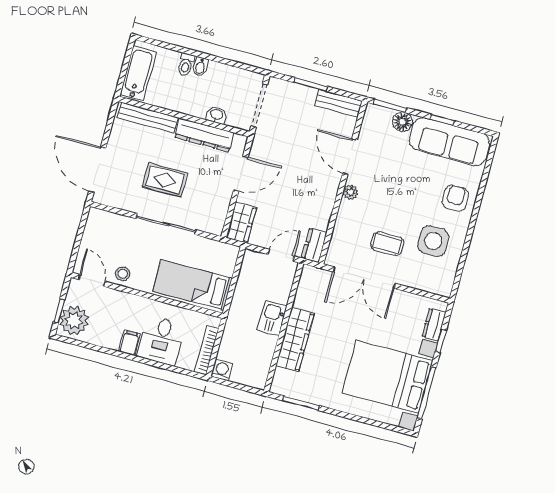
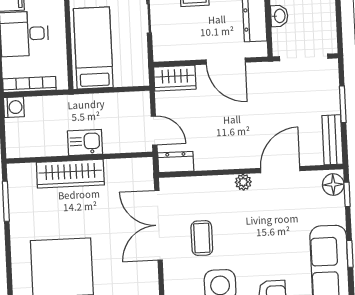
window: (390, 106) -> (347, 194), width x0.67
floor lamp: (402, 122) -> (333, 185), moved

